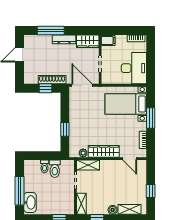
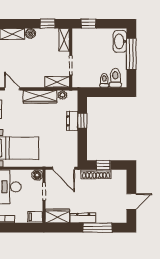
floor lamp: (106, 79) -> (37, 175), added
dresser: (74, 129) -> (72, 121), added
toilet: (55, 169) -> (115, 78), moved

